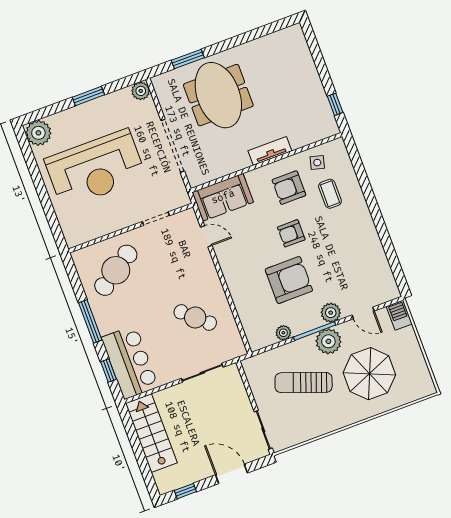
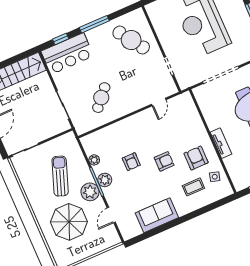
sofa: (223, 197) -> (157, 215), moved, turned 90
armchair: (291, 233) -> (164, 161), turned 90
armchair: (289, 280) -> (131, 162), width x0.53, depth x0.53
plant: (331, 313) -> (105, 180), moved
barbecue: (399, 315) -> (111, 240), removed

